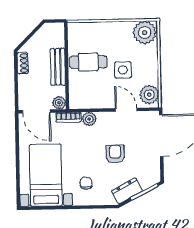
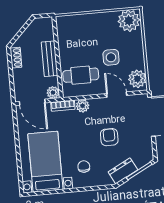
cafe table: (88, 62) -> (81, 75), moved

